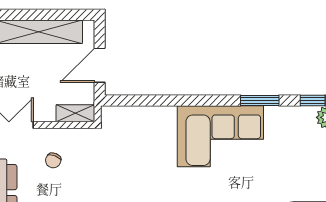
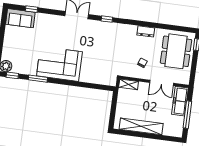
door: (100, 65) -> (114, 106), removed

